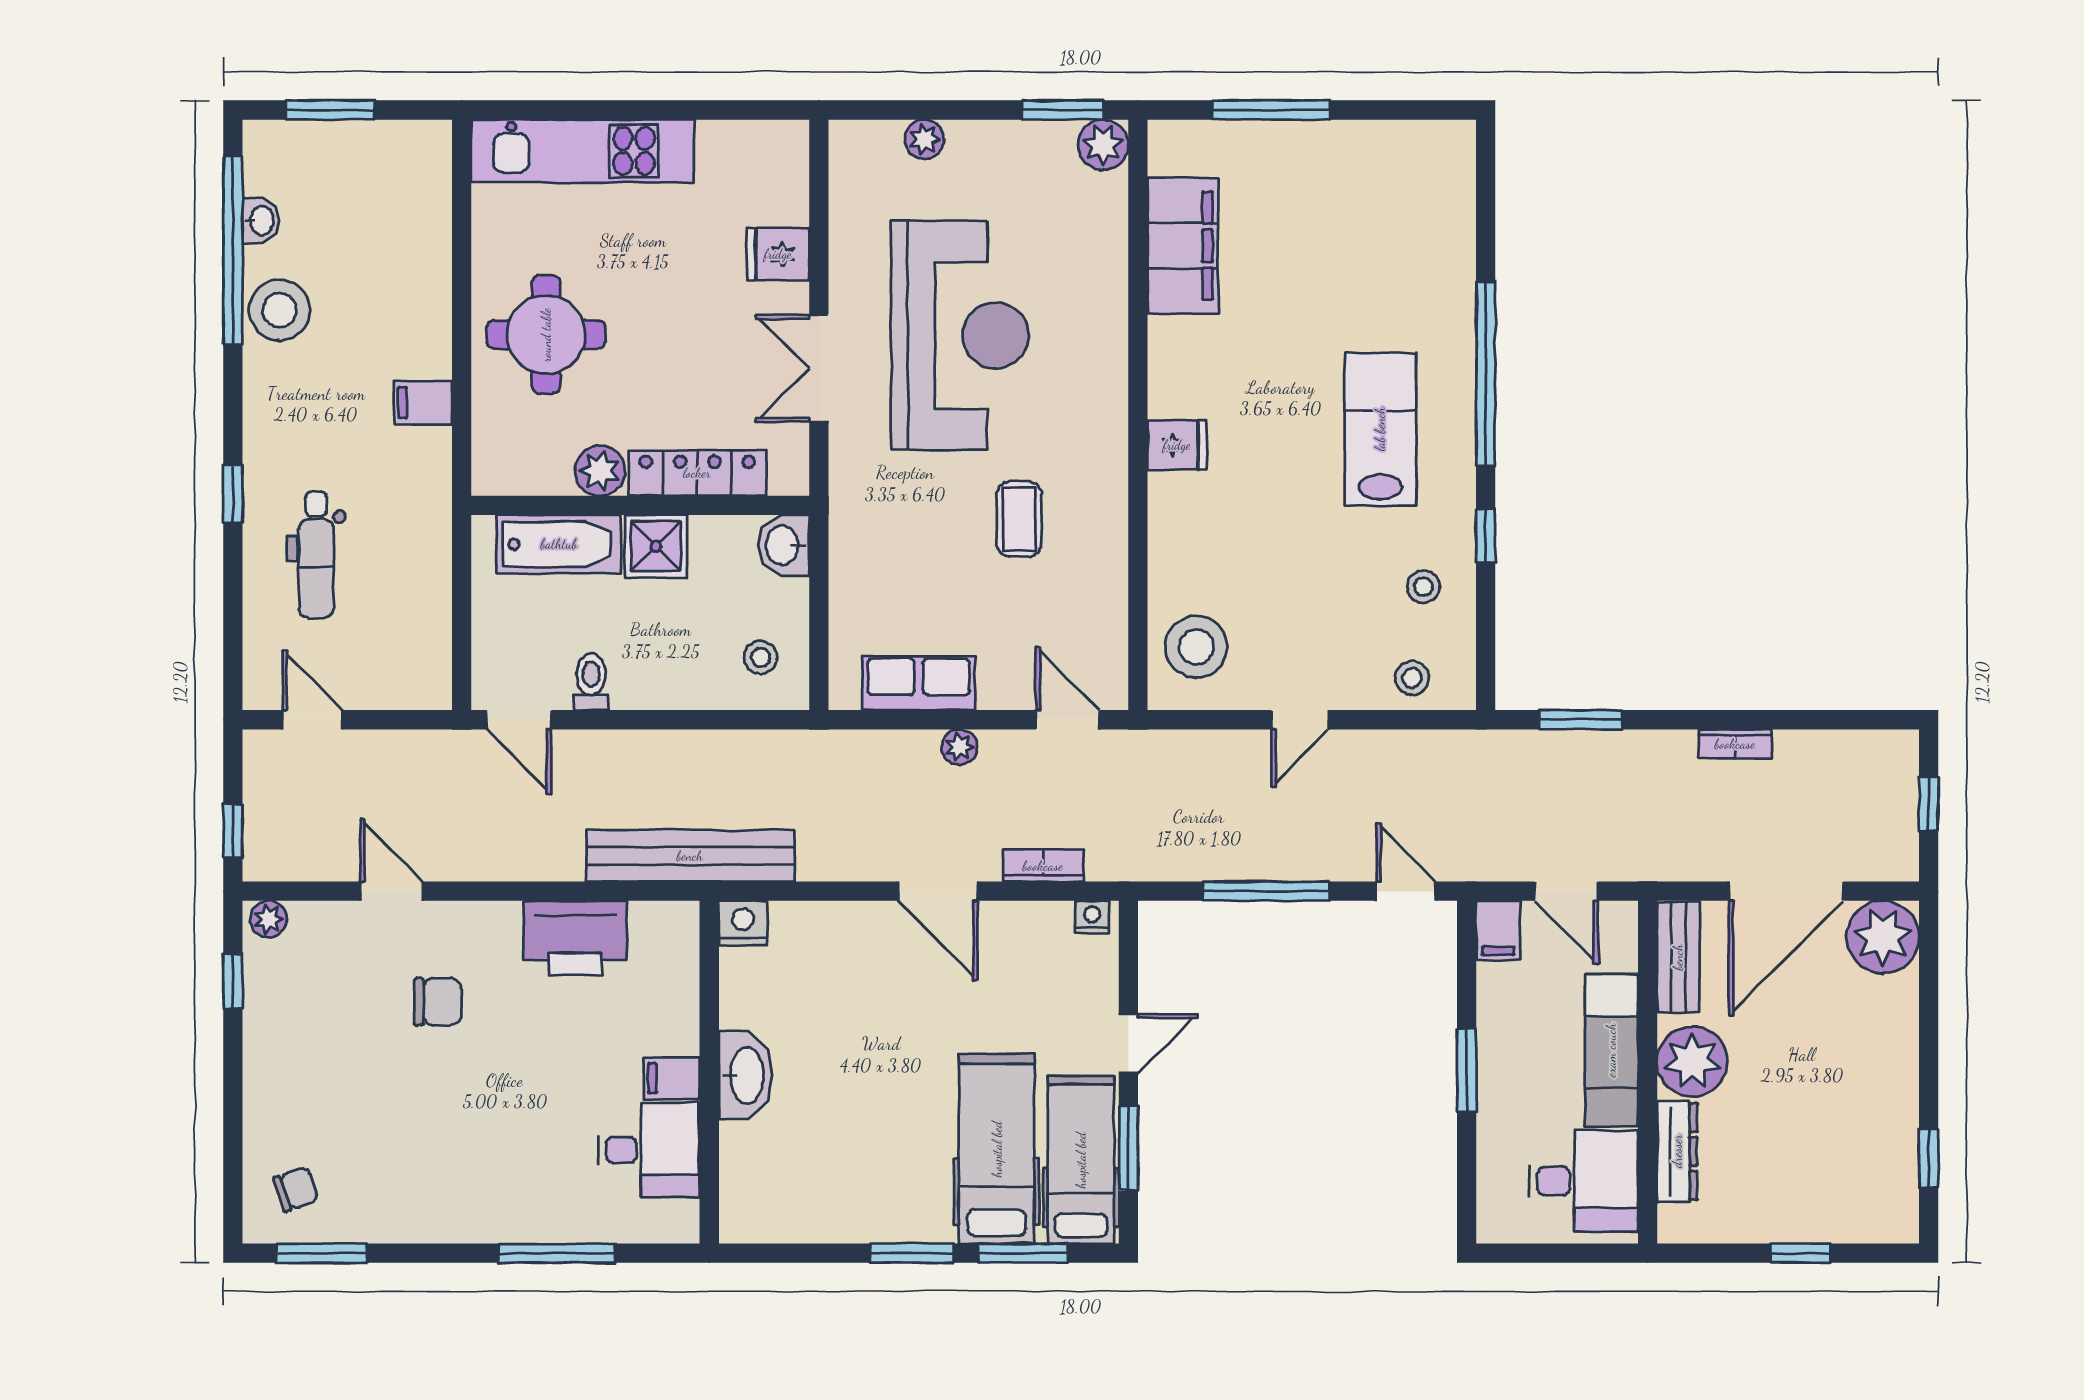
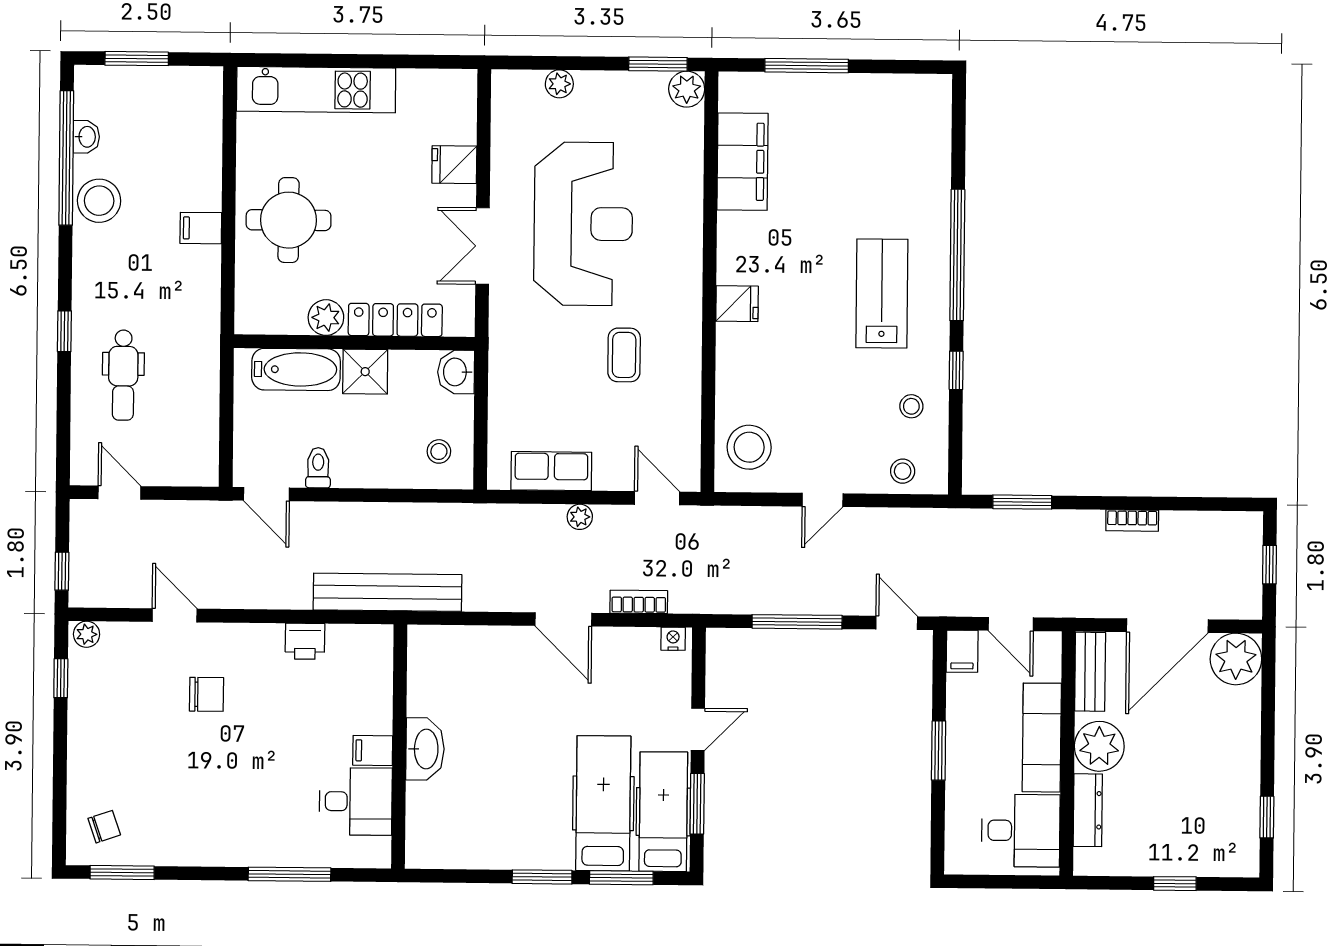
filing cabinet: (423, 403) -> (201, 228), moved
nightstand: (743, 923) -> (424, 641), removed
printer: (575, 938) -> (305, 641), width x0.53, depth x0.68

